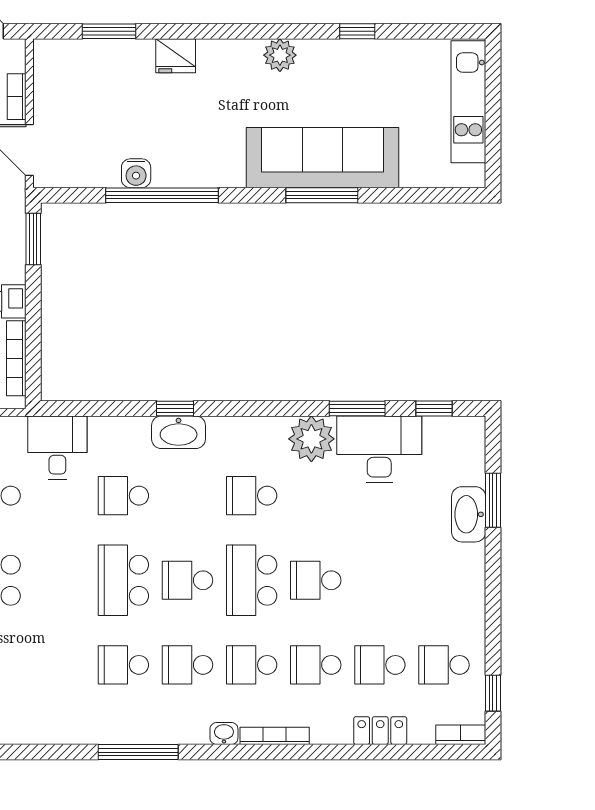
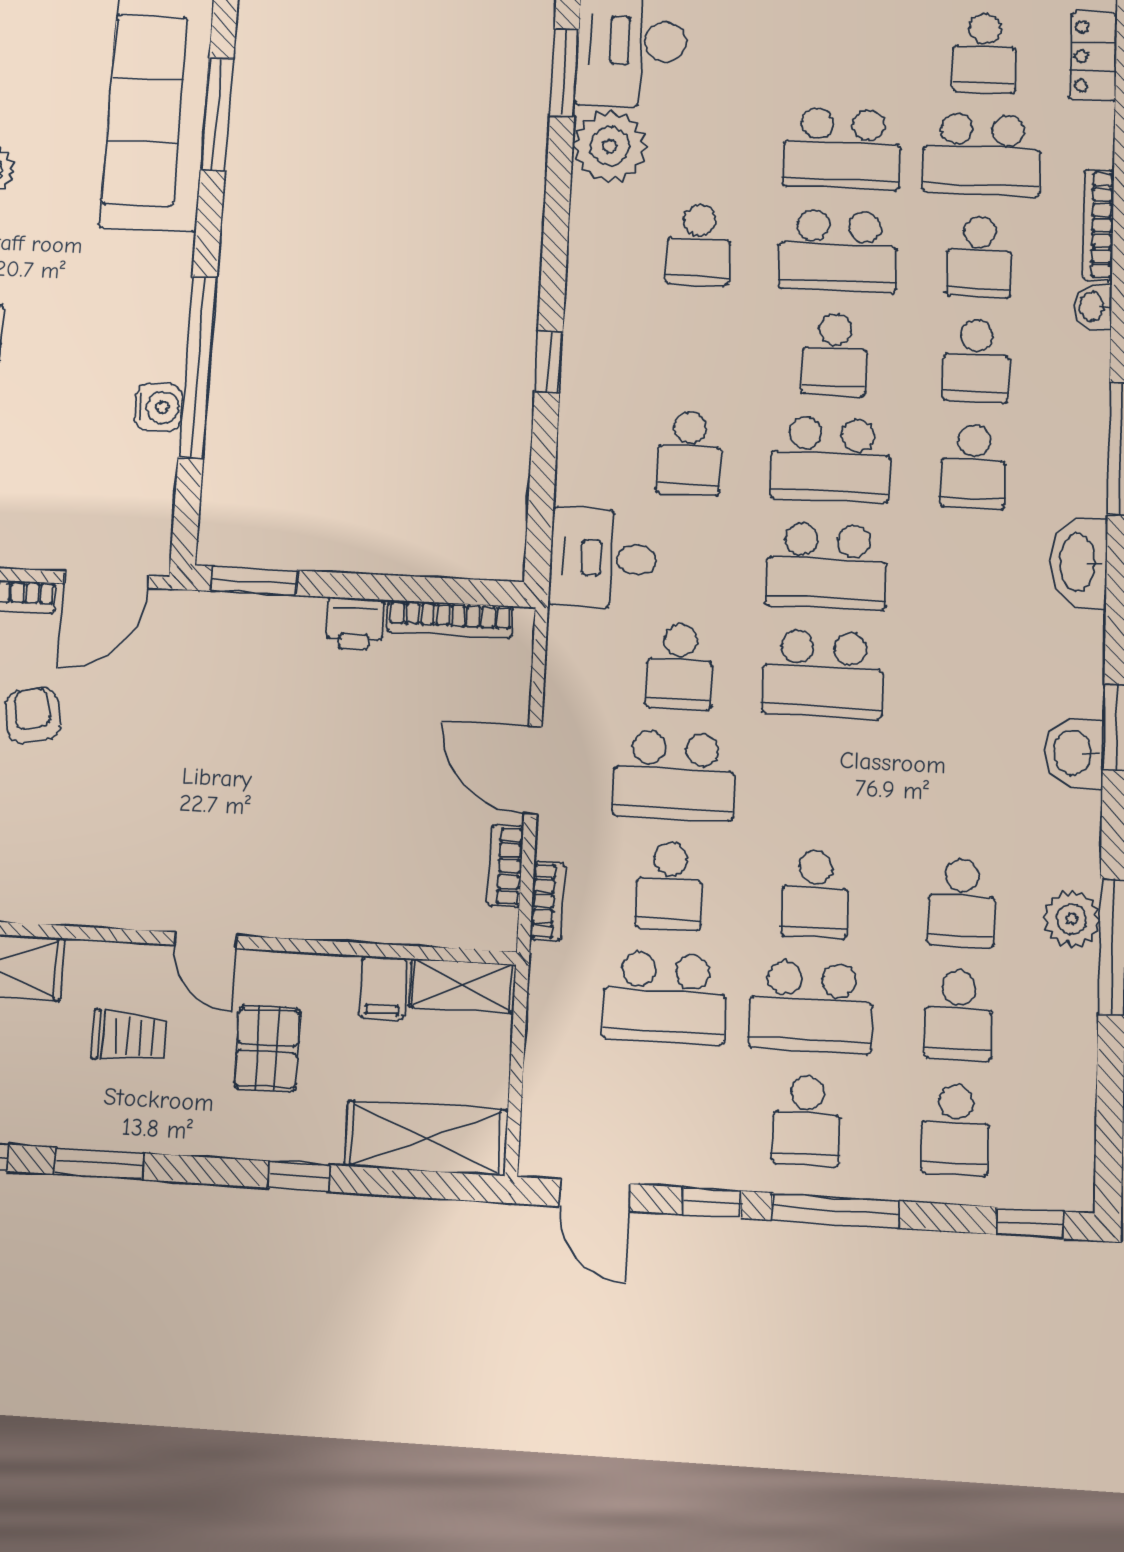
washbasin: (179, 432) -> (1079, 562), moved, turned 180
school desk: (59, 580) -> (827, 566), added
school desk: (316, 580) -> (842, 149), width x1.85
school desk: (316, 665) -> (982, 154), width x1.85

